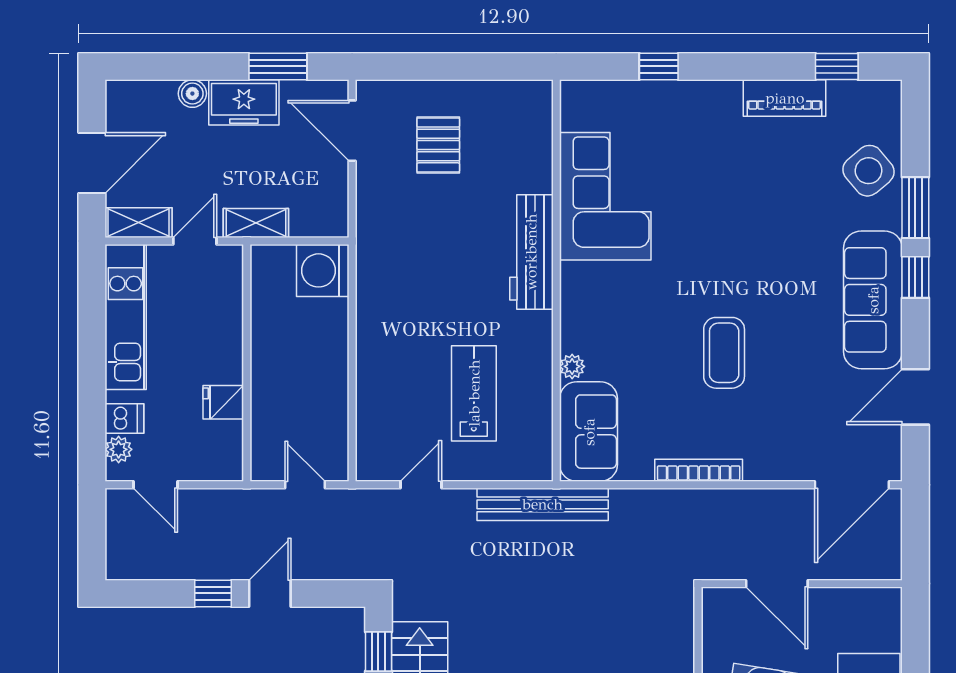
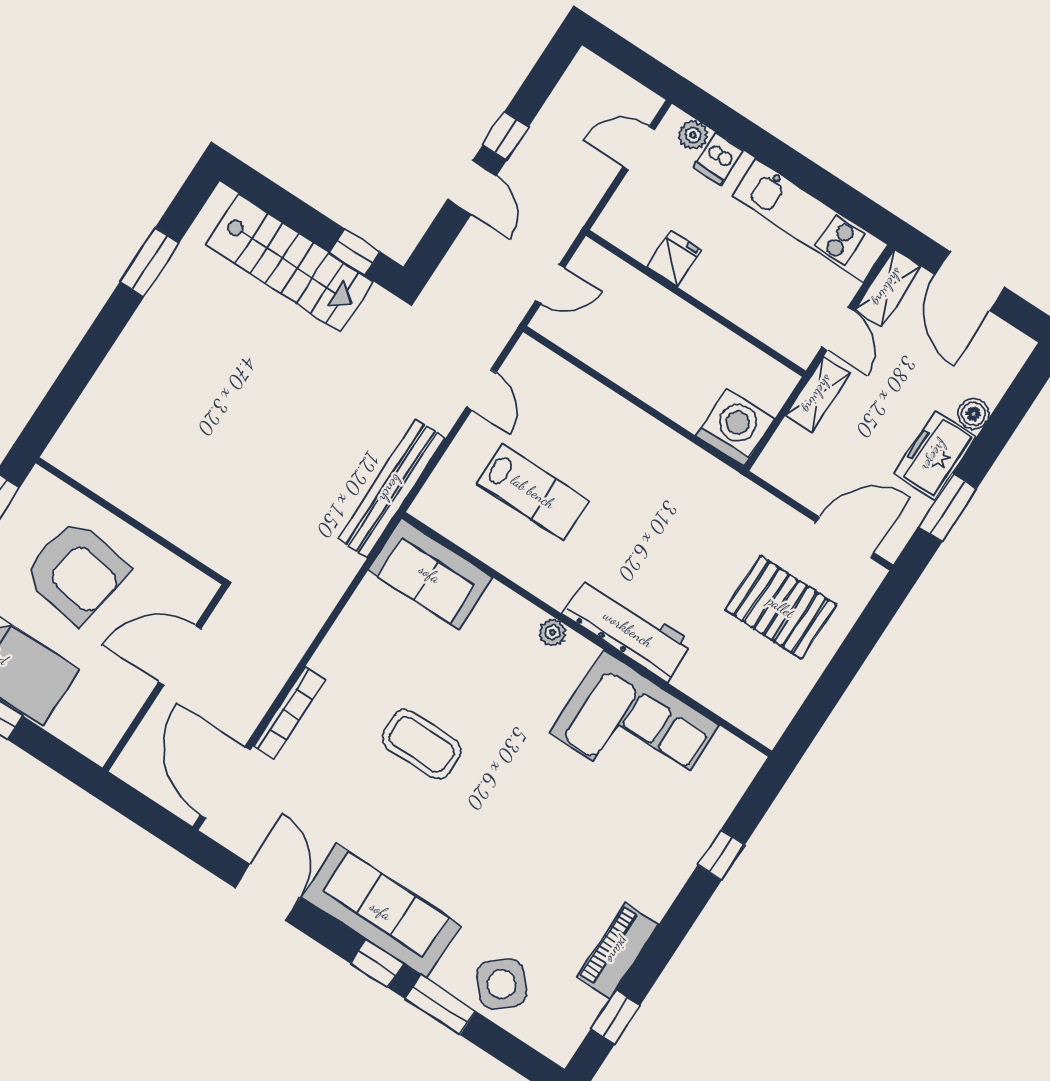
pallet: (438, 145) -> (781, 607), width x1.50, depth x1.42
plant: (572, 366) -> (553, 632), moved
bookcase: (699, 470) -> (289, 713), moved

